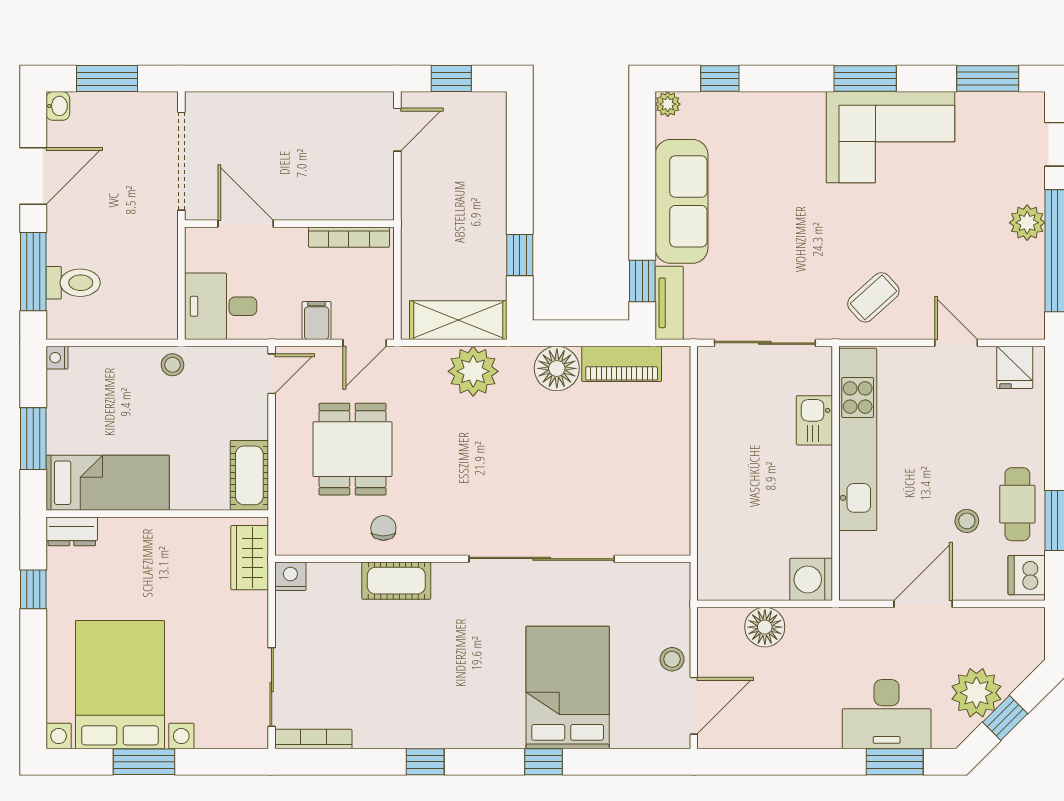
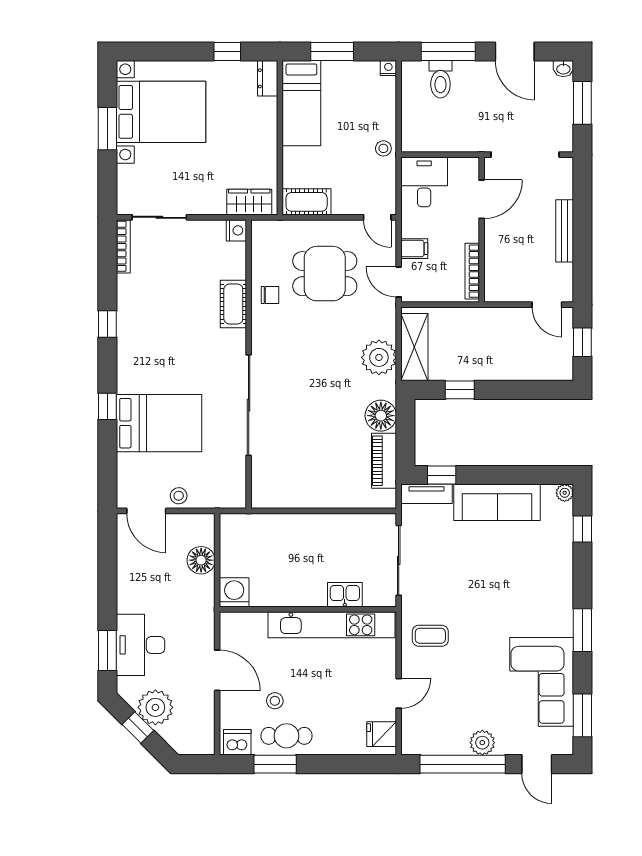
bench: (291, 104) -> (565, 231), added
corner sofa: (890, 137) -> (542, 682), moved
coffee table: (873, 297) -> (430, 636), turned -48

